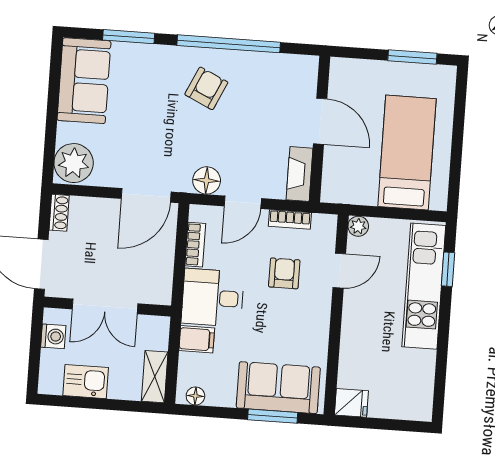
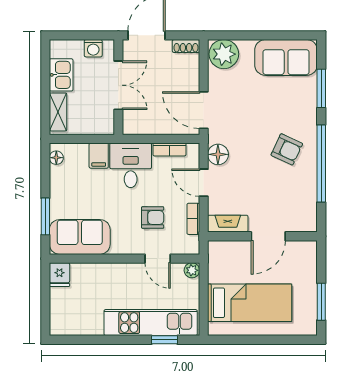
double door: (105, 306) -> (118, 85), swing flipped
shelving: (155, 377) -> (58, 112), moved, turned 90
sofa: (278, 388) -> (80, 237), moved, turned -90

